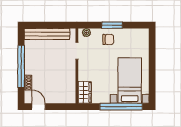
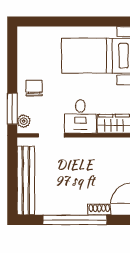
window: (112, 25) -> (12, 109), moved
desk: (89, 70) -> (80, 117), added

